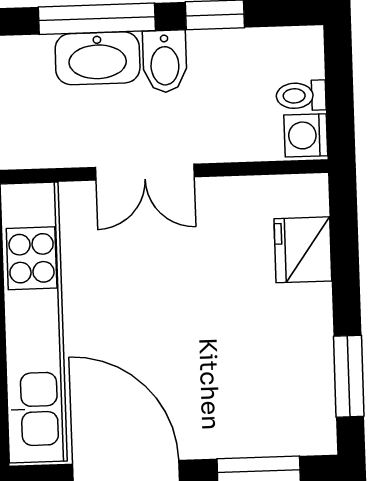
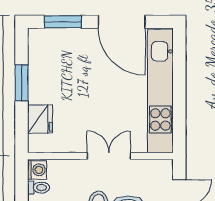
window: (349, 376) -> (22, 83), moved

